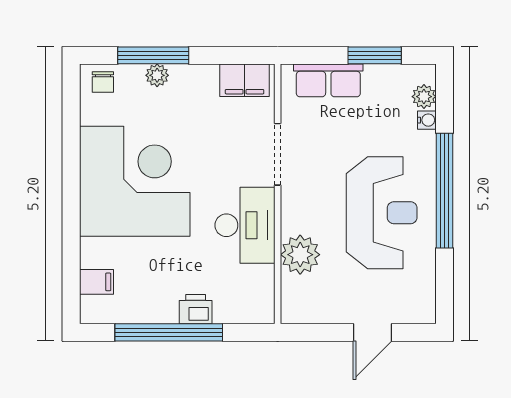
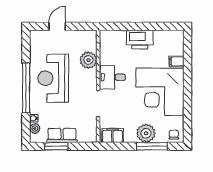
plant: (157, 75) -> (146, 133), width x1.87, depth x1.87
row of seats: (328, 80) -> (62, 135), moved
desk: (245, 225) -> (112, 77), width x0.73
filing cabinet: (96, 282) -> (177, 61), moved
printer: (196, 309) -> (140, 40), width x1.87, depth x1.48
window: (169, 332) -> (145, 26), removed

